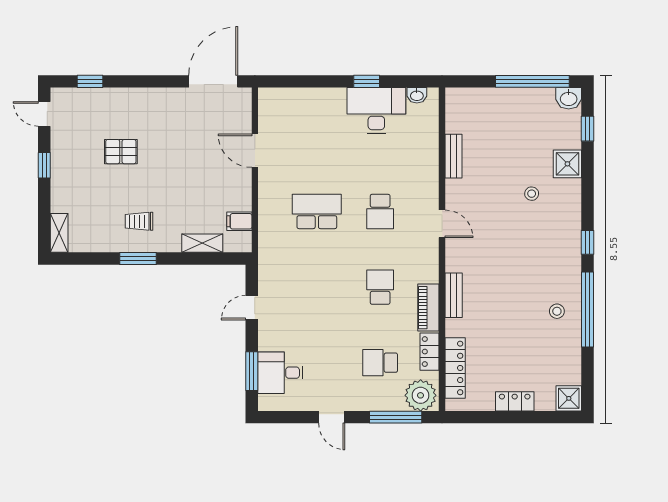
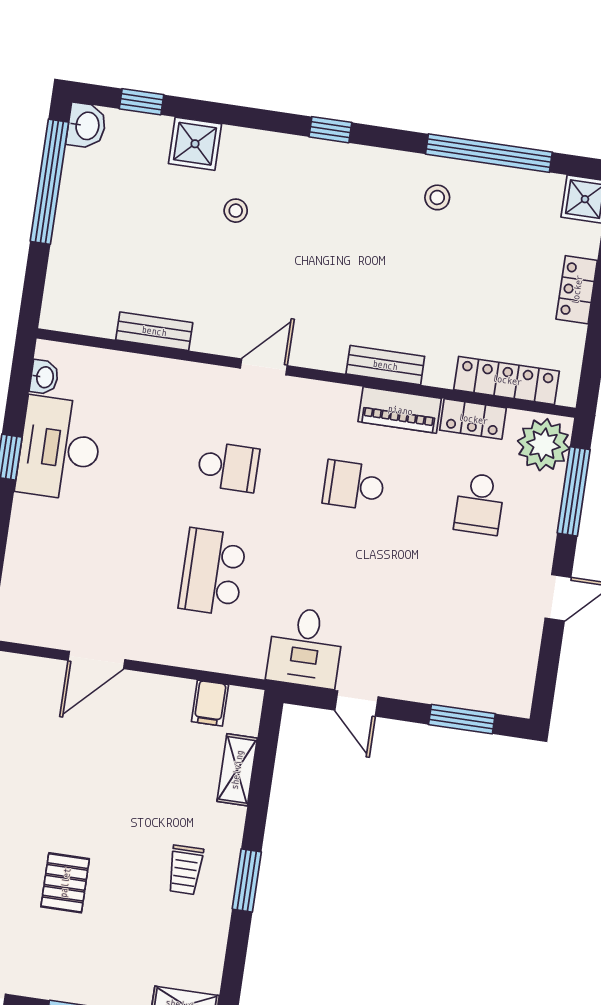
window: (588, 310) -> (489, 153), moved
desk: (280, 373) -> (305, 647), moved

